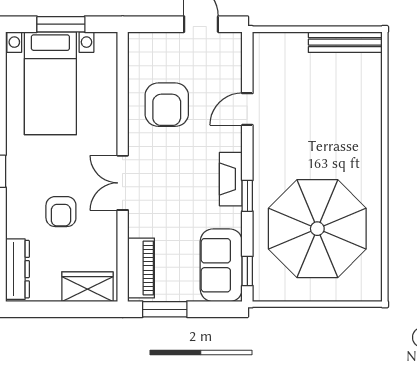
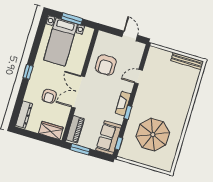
double door: (123, 183) -> (78, 92), width x1.37
parasol: (317, 229) -> (153, 135), width x0.73, depth x0.73

